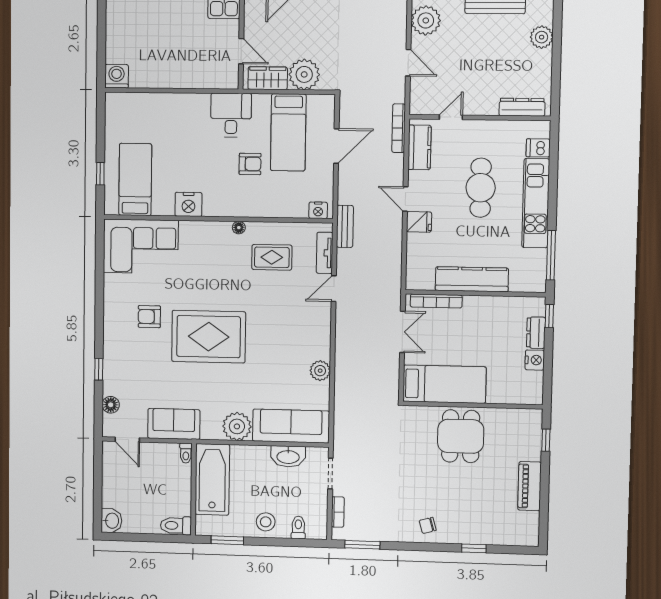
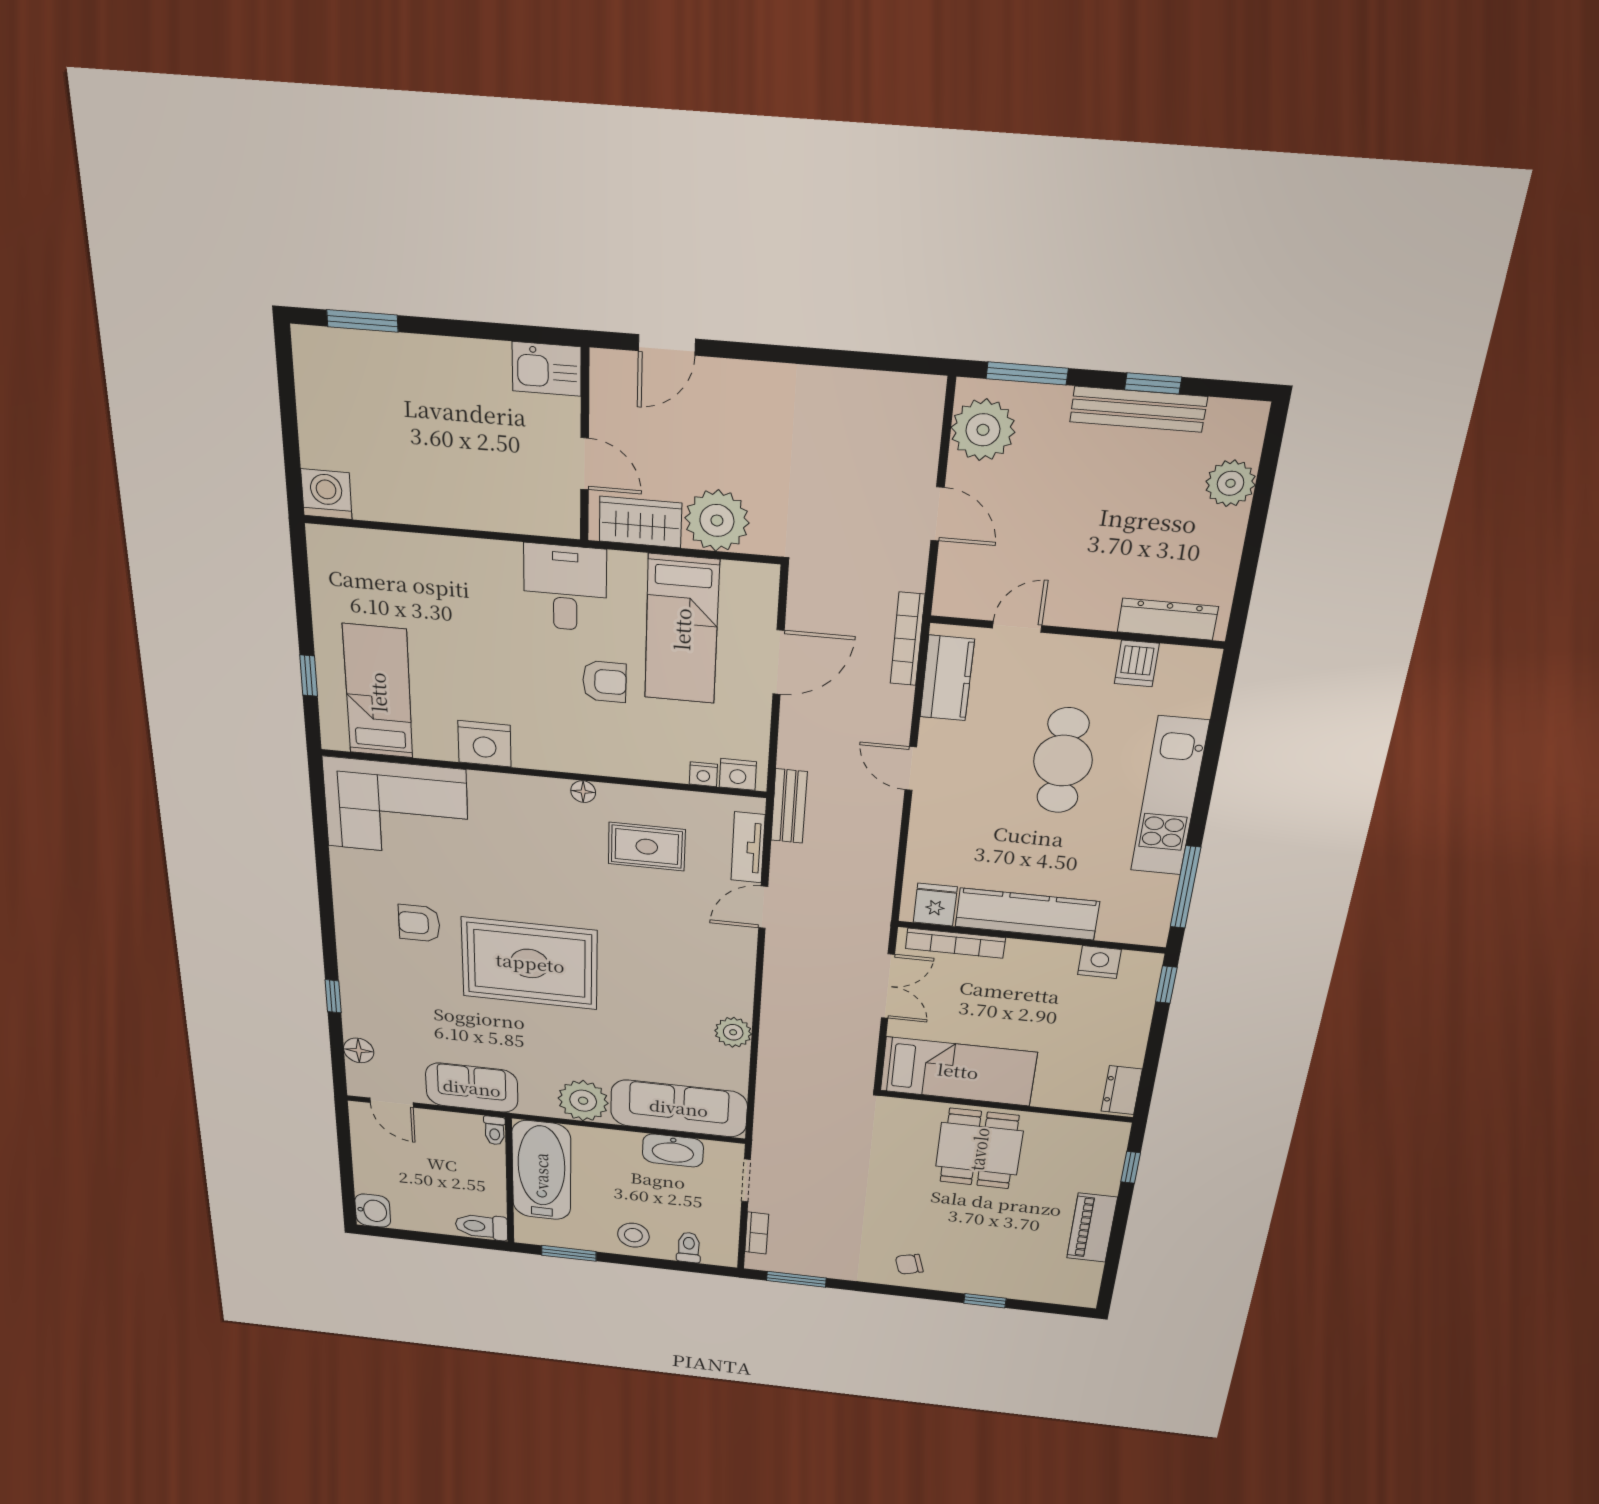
dishwasher: (538, 148) -> (1137, 664), moved, turned -90
nightstand: (301, 212) -> (703, 774), added
fridge: (419, 222) -> (935, 905), moved, turned -90
dresser: (536, 333) -> (1122, 1090), moved
nightstand: (535, 360) -> (1099, 962), moved, turned -90

